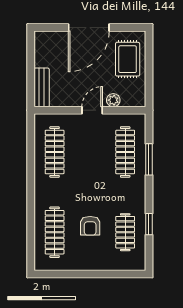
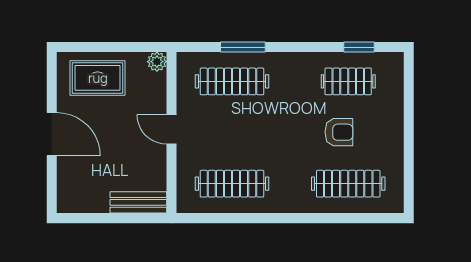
door: (89, 28) -> (52, 134), width x0.73
plant: (113, 100) -> (157, 62), moved
window: (149, 224) -> (359, 47), moved

